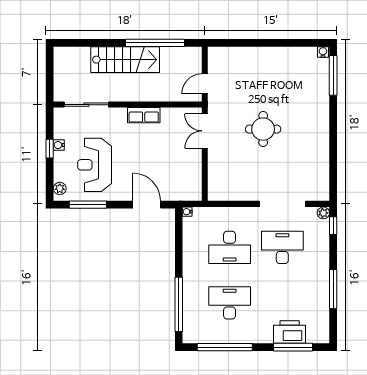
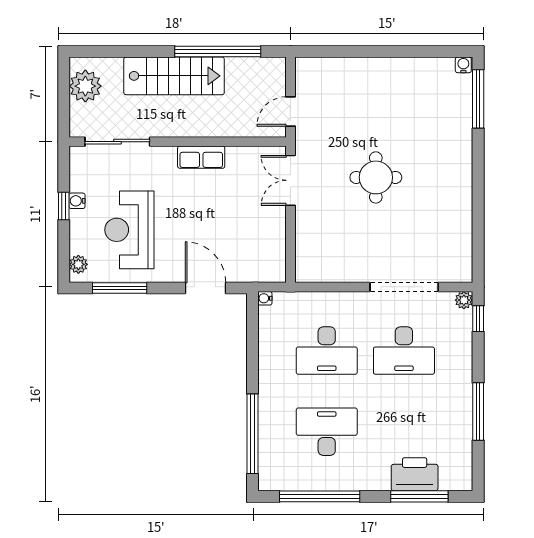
plant: (64, 67) -> (85, 86), added
desk: (282, 247) -> (404, 351), turned 180

